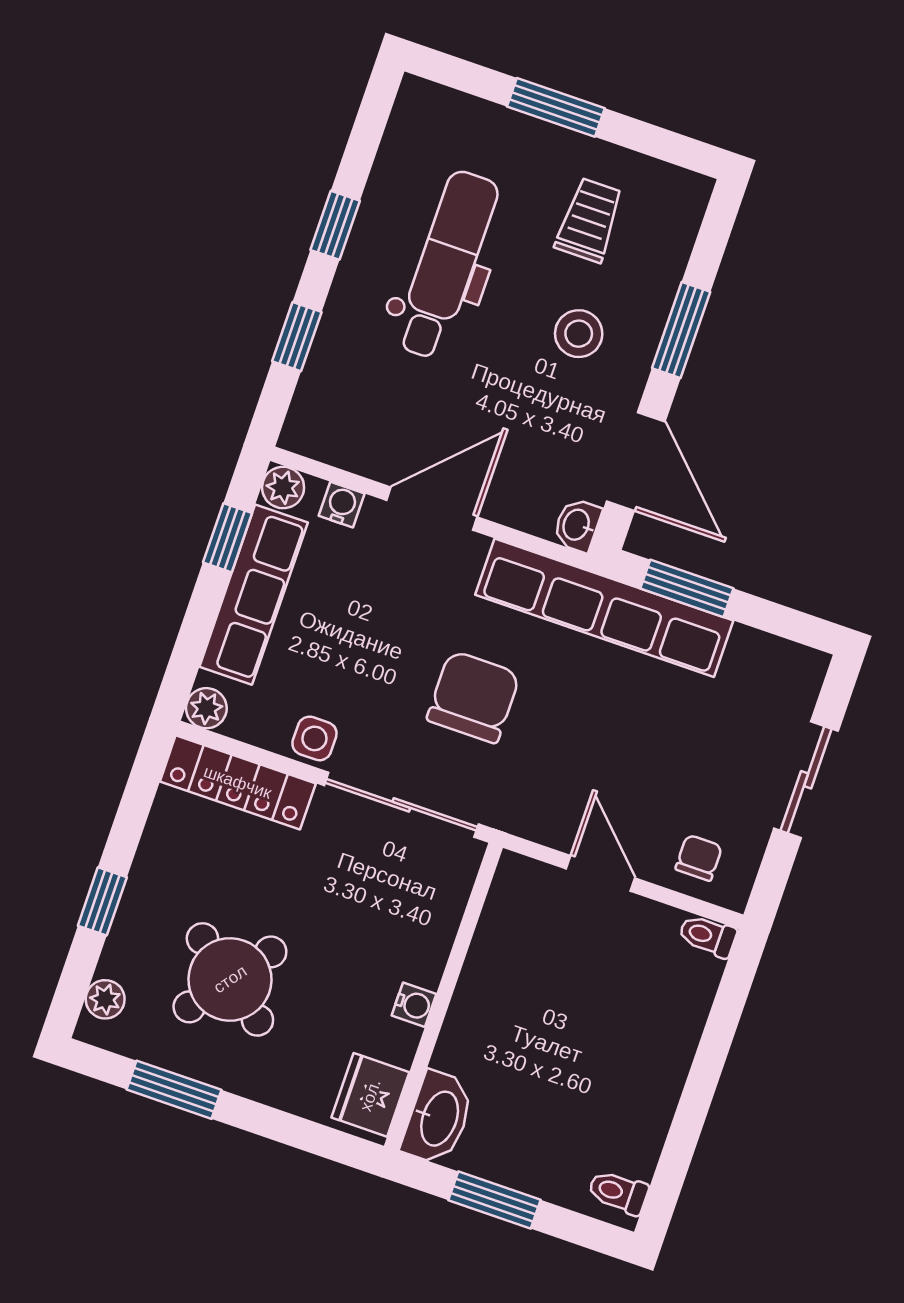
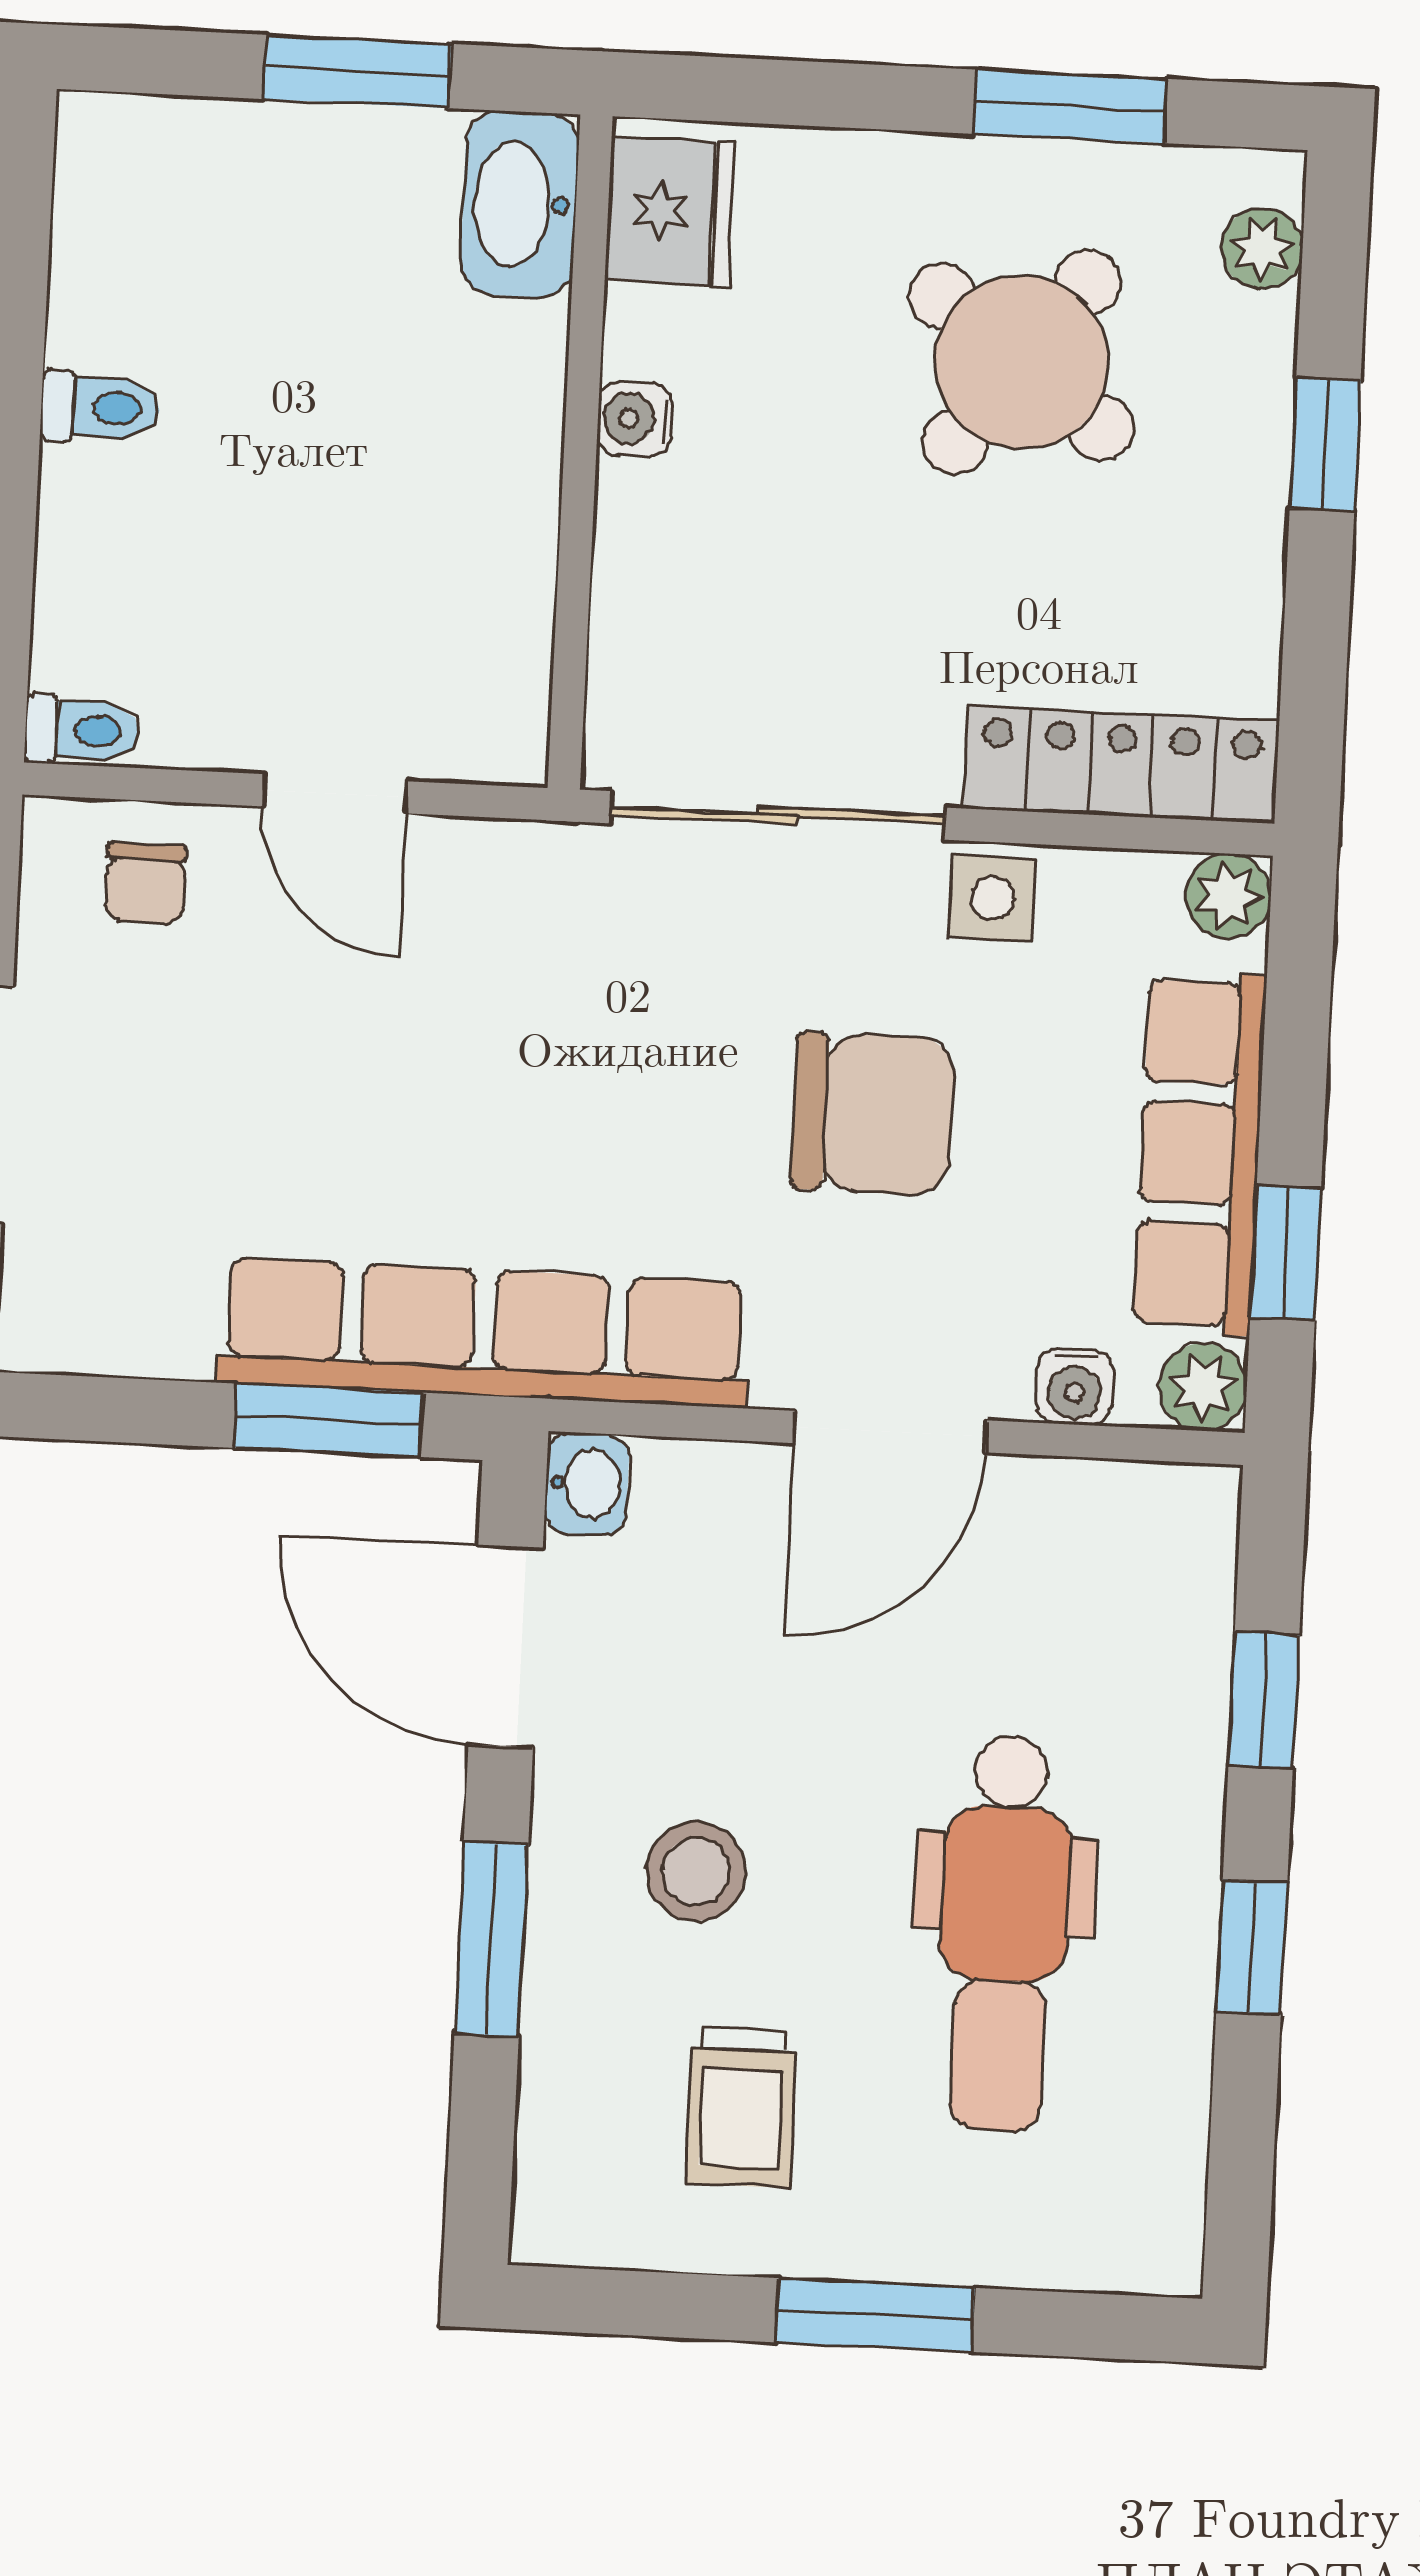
chair: (473, 697) -> (873, 1114), moved, turned -90
toilet: (618, 1192) -> (100, 408), moved

